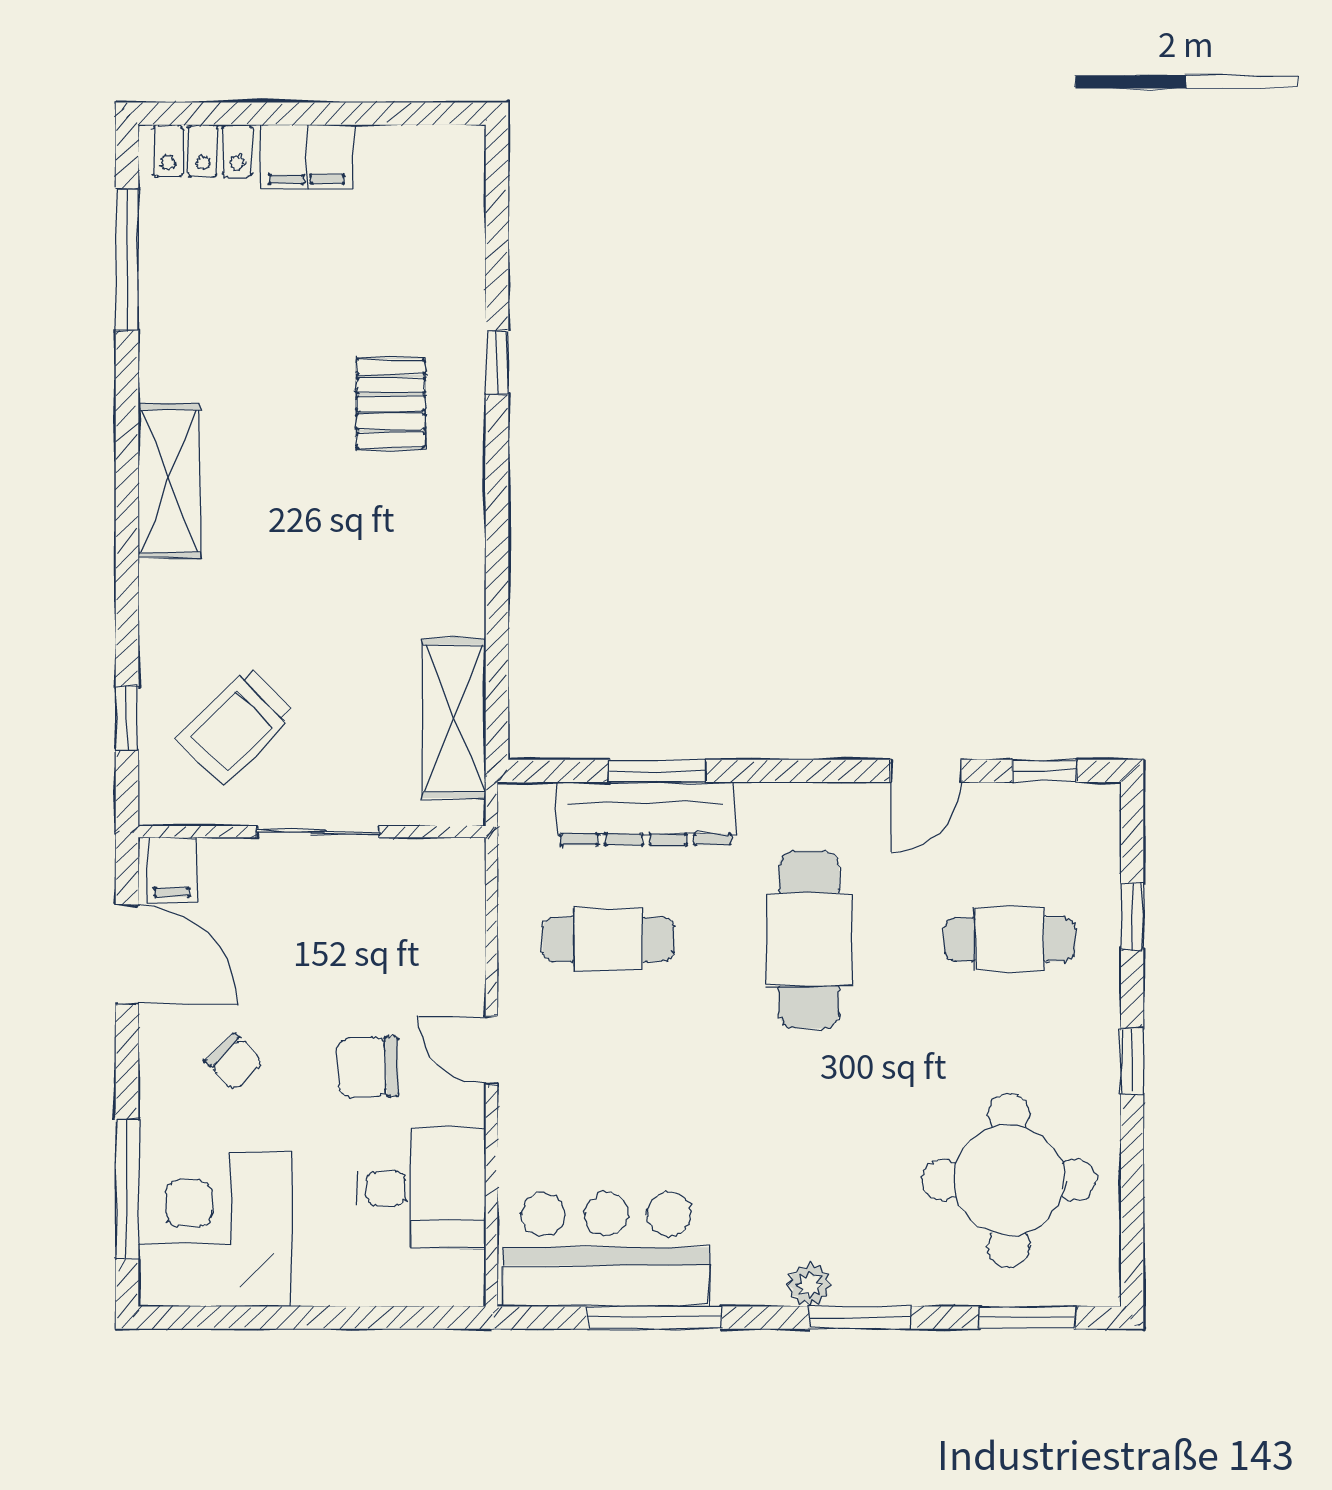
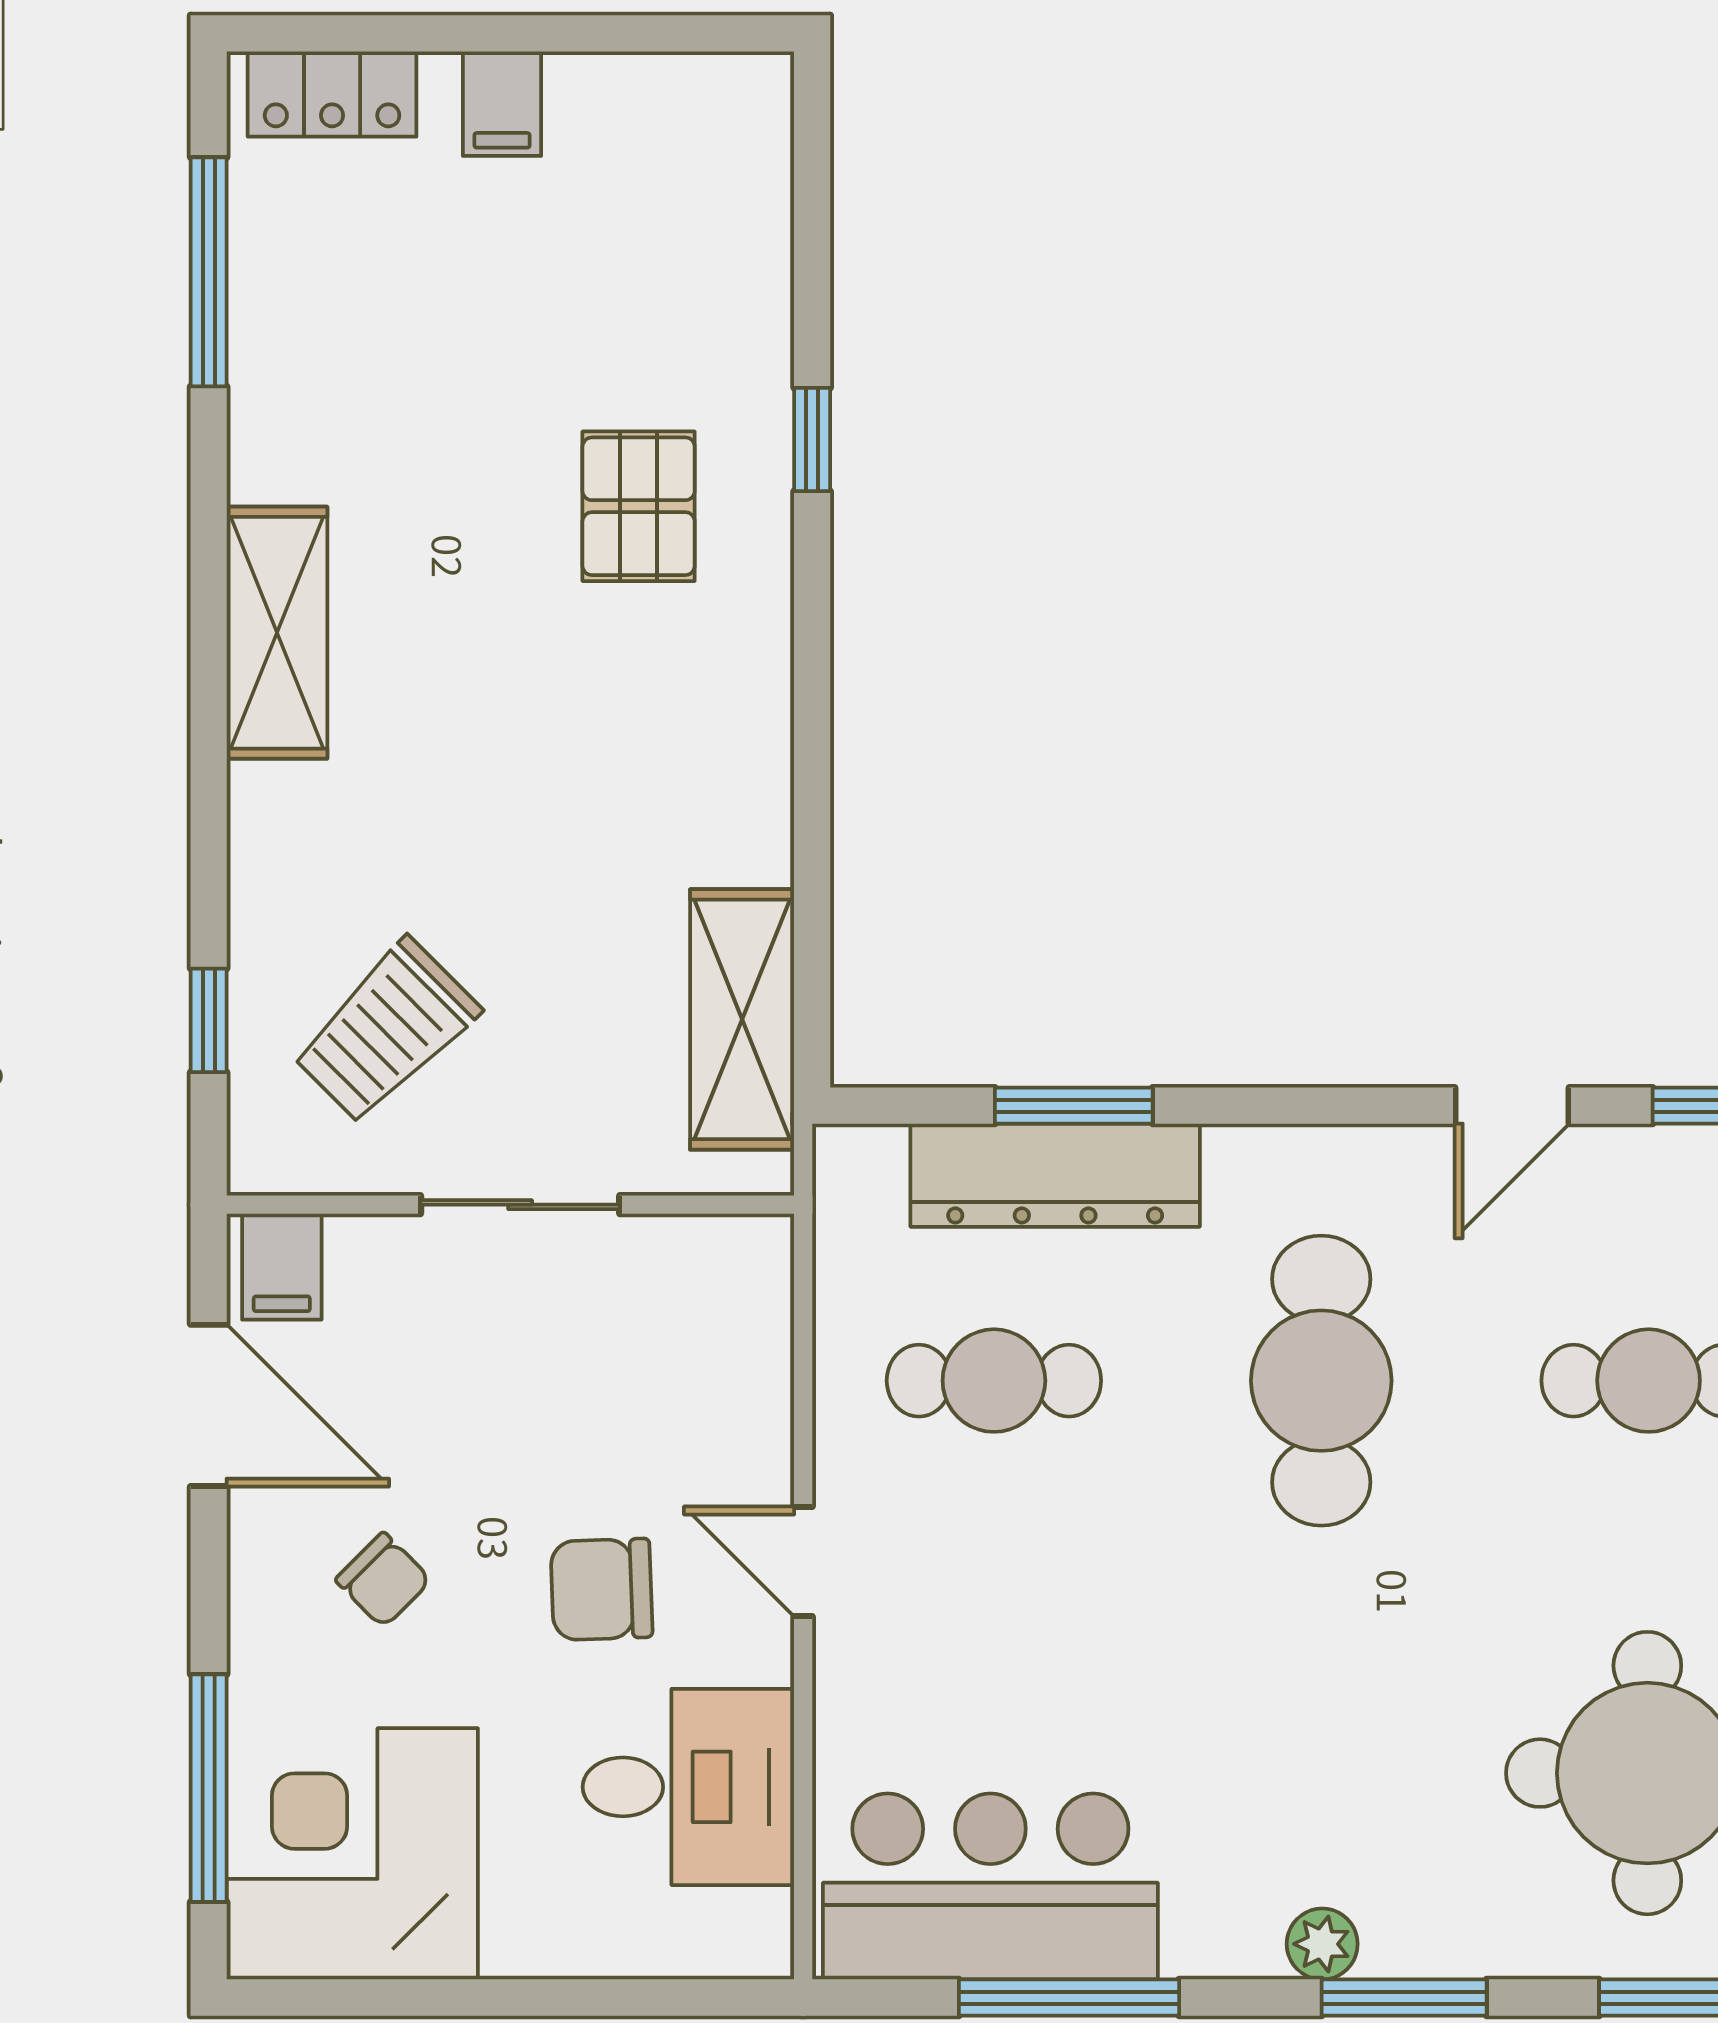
filing cabinet: (307, 157) -> (502, 104), width x0.50

